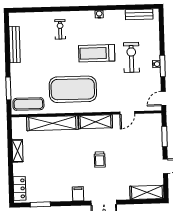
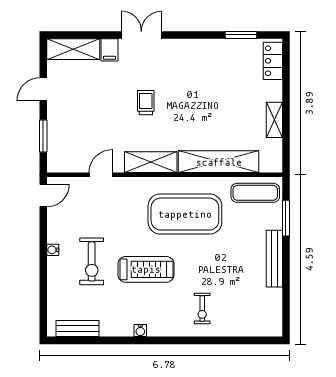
bench: (15, 45) -> (274, 259), moved
window: (163, 66) -> (43, 247), removed
filing cabinet: (78, 194) -> (109, 50), moved

